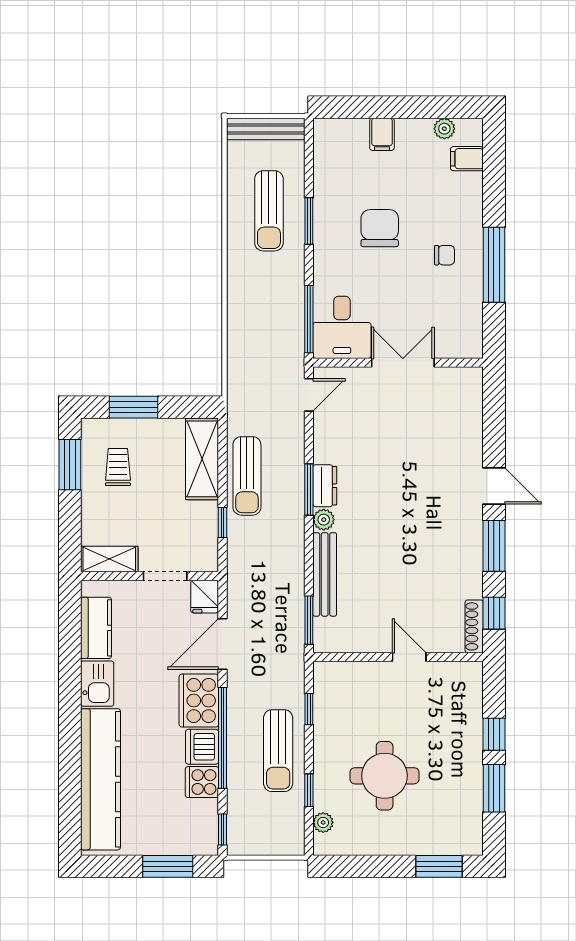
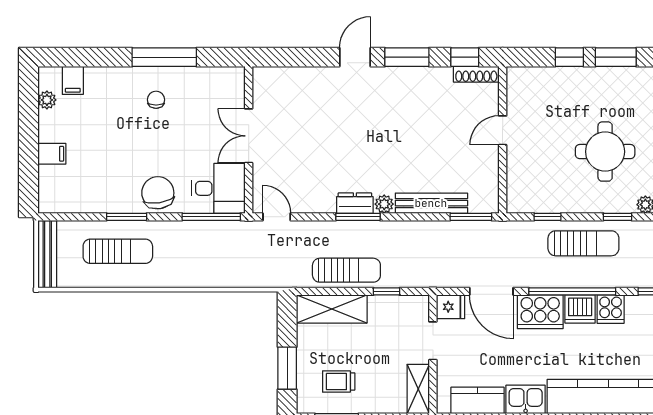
chair: (380, 228) -> (158, 193), moved, turned 81

